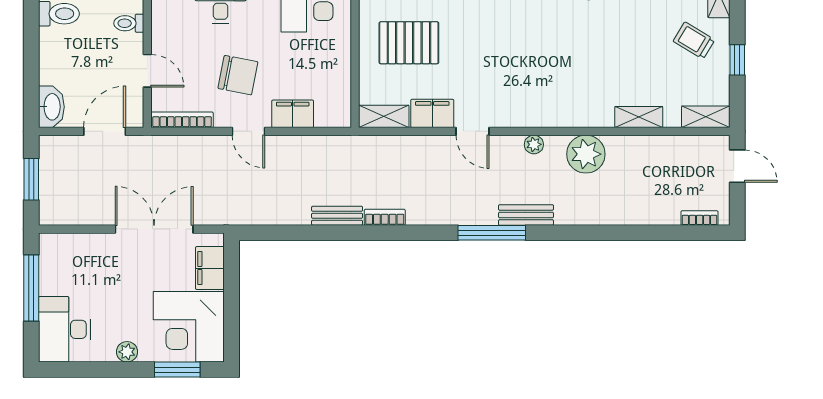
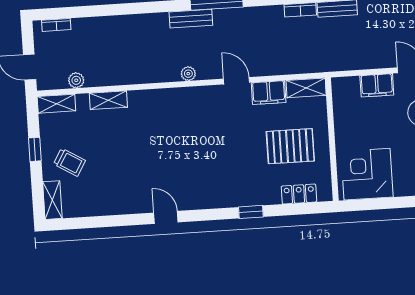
plant: (586, 154) -> (76, 80), moved, width x0.53, depth x0.53

